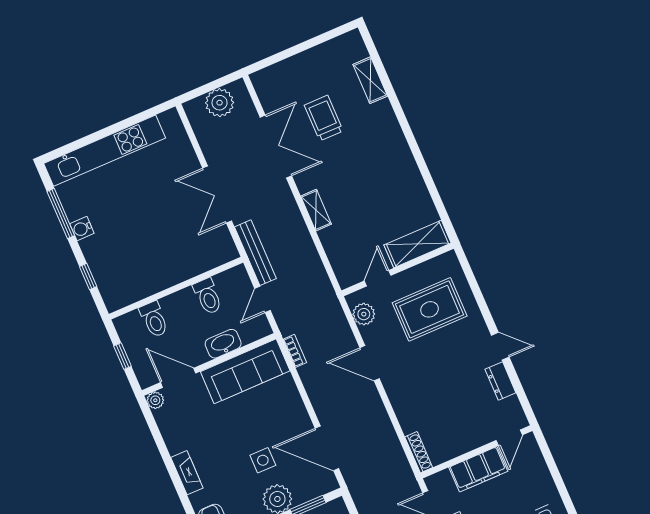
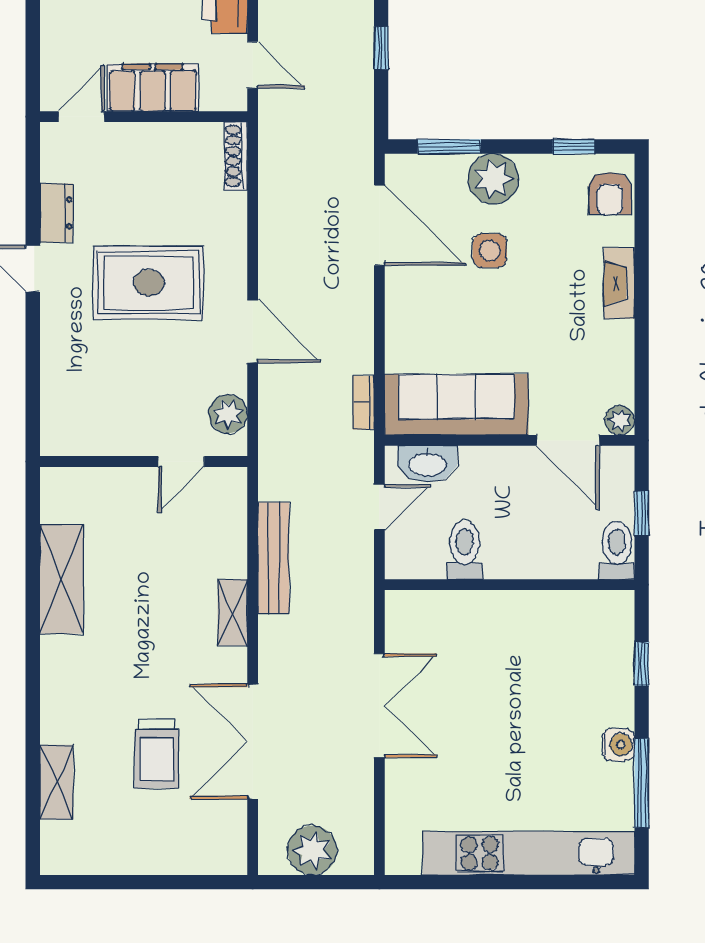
shelving: (418, 244) -> (61, 579), moved, turned 90
bench: (255, 253) -> (274, 558), moved
rug: (430, 309) -> (149, 283), moved
toilet: (154, 319) -> (617, 550), moved
washbasin: (223, 344) -> (428, 464), moved

